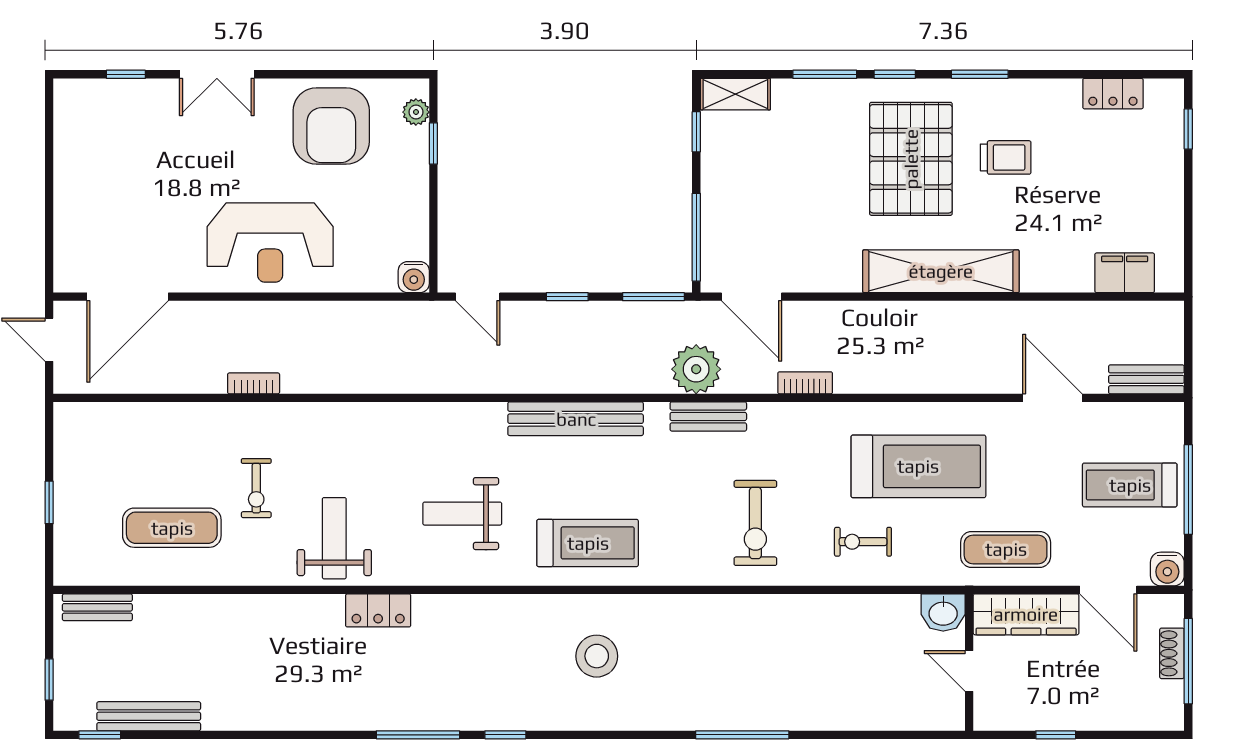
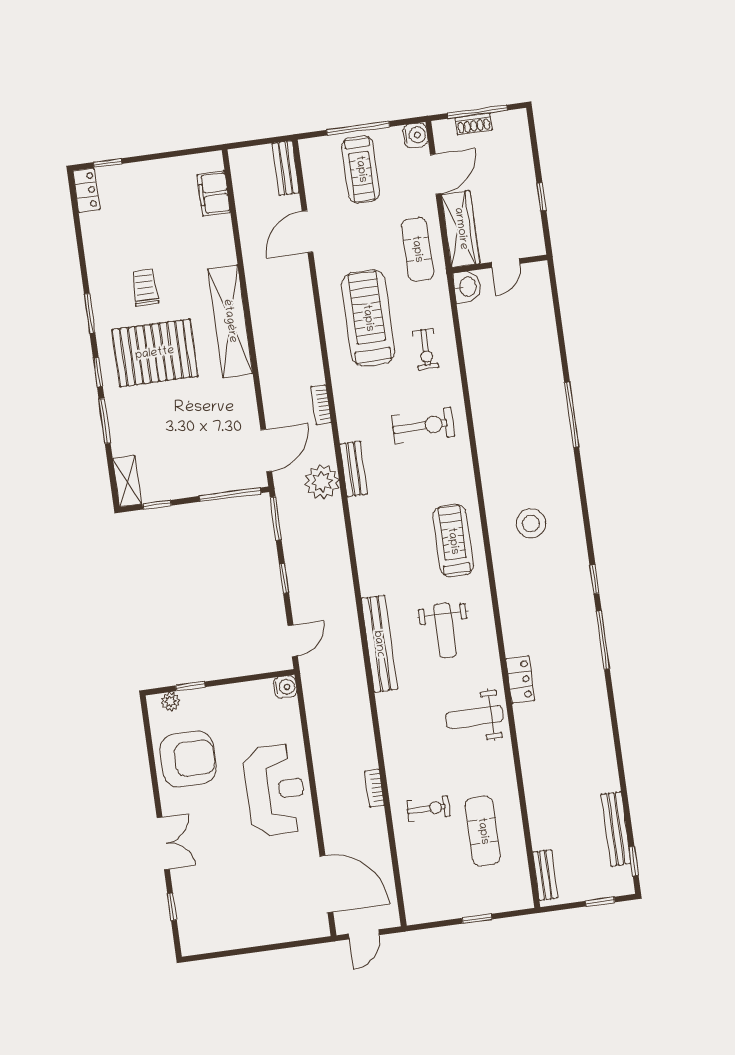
locker: (1113, 94) -> (86, 190), moved
bench: (576, 419) -> (379, 644), moved
exercise bike: (256, 488) -> (428, 809), moved

